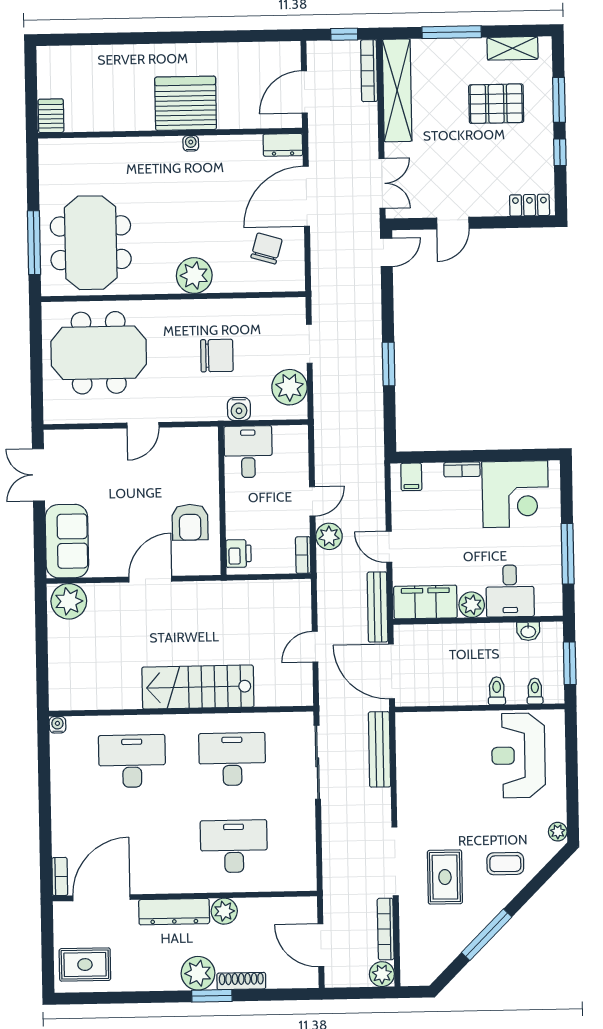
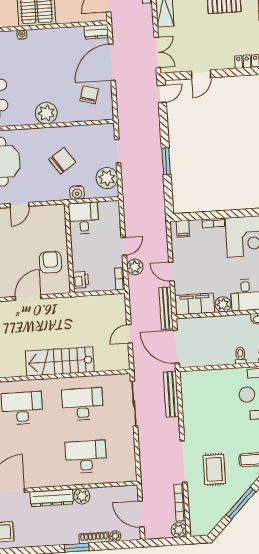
water cooler: (191, 143) -> (22, 35), moved
chair: (217, 356) -> (62, 161), turned -35
armchair: (190, 522) -> (51, 262), turned 180
plant: (198, 973) -> (115, 536), moved, width x0.53, depth x0.53

